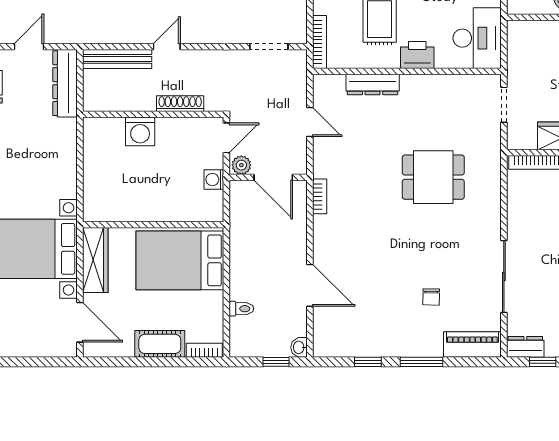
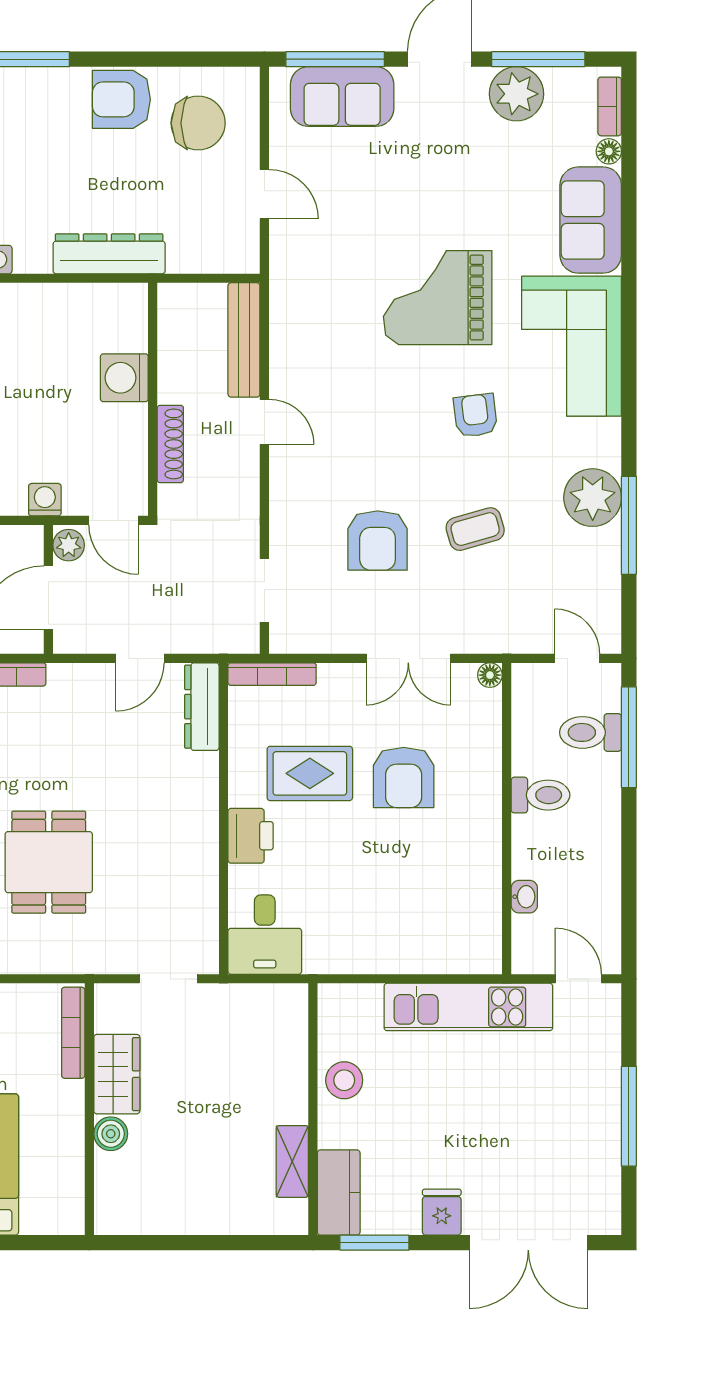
desk: (477, 38) -> (265, 935), width x0.73
dresser: (65, 83) -> (109, 254), moved
dresser: (373, 84) -> (202, 707), moved

